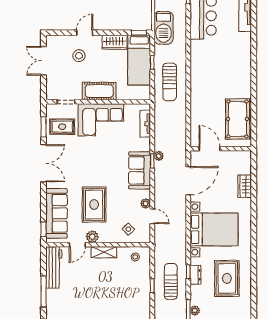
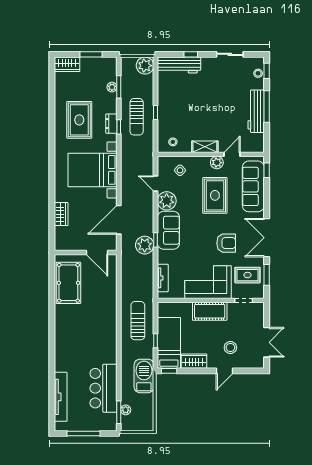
plant: (159, 156) -> (145, 245), width x1.87, depth x1.87
armchair: (83, 158) -> (226, 243), added
plant: (146, 203) -> (167, 201), width x1.88, depth x1.88
workbench: (54, 267) -> (256, 111), moved

